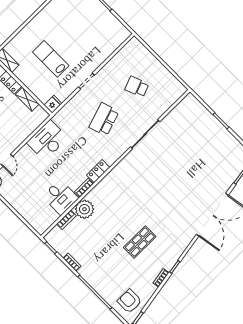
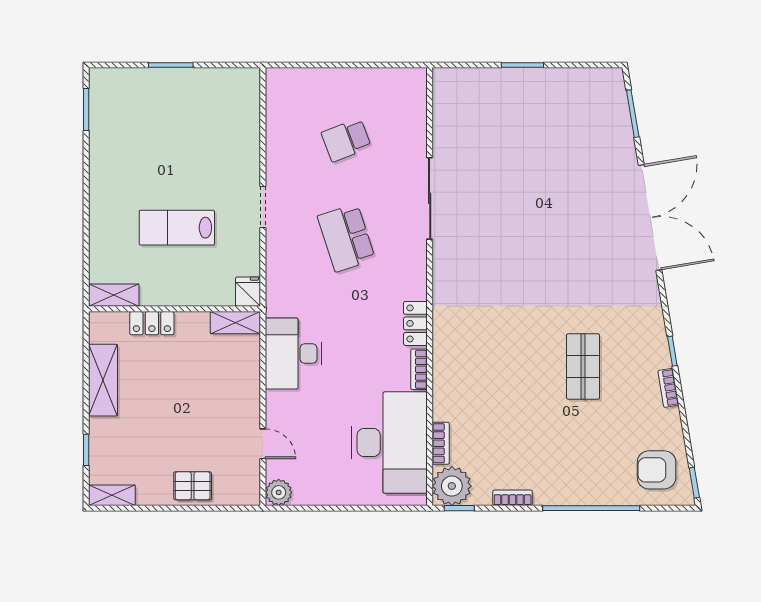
shelving: (27, 99) -> (235, 323), moved
desk: (60, 197) -> (389, 443), width x1.87, depth x1.30
plant: (84, 209) -> (452, 486), moved

